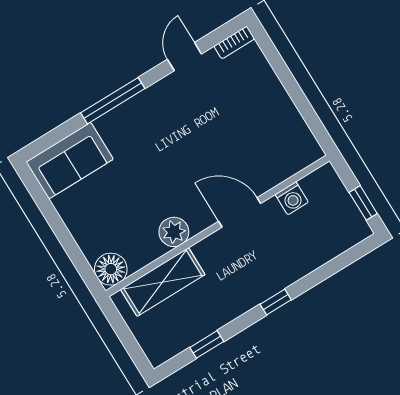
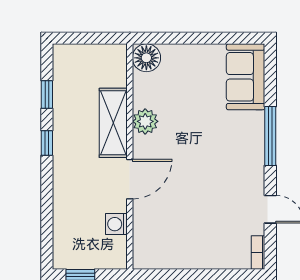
shelving: (163, 282) -> (113, 123), moved
window: (276, 302) -> (47, 143), moved

